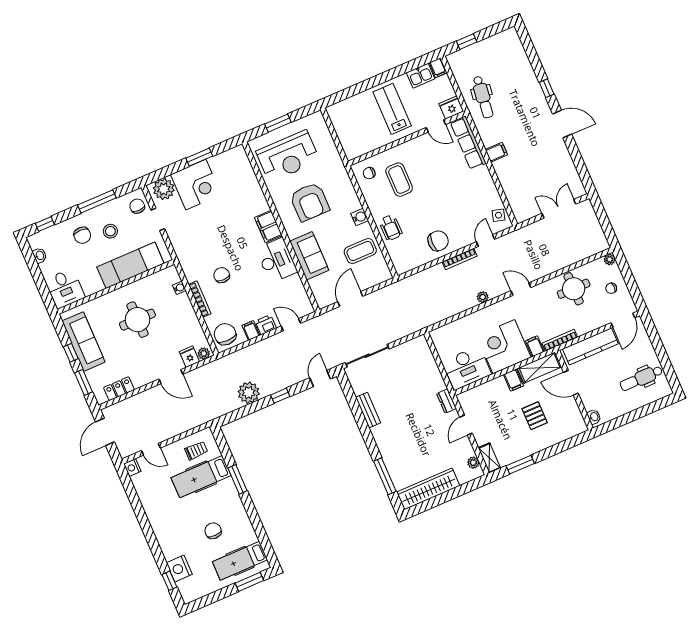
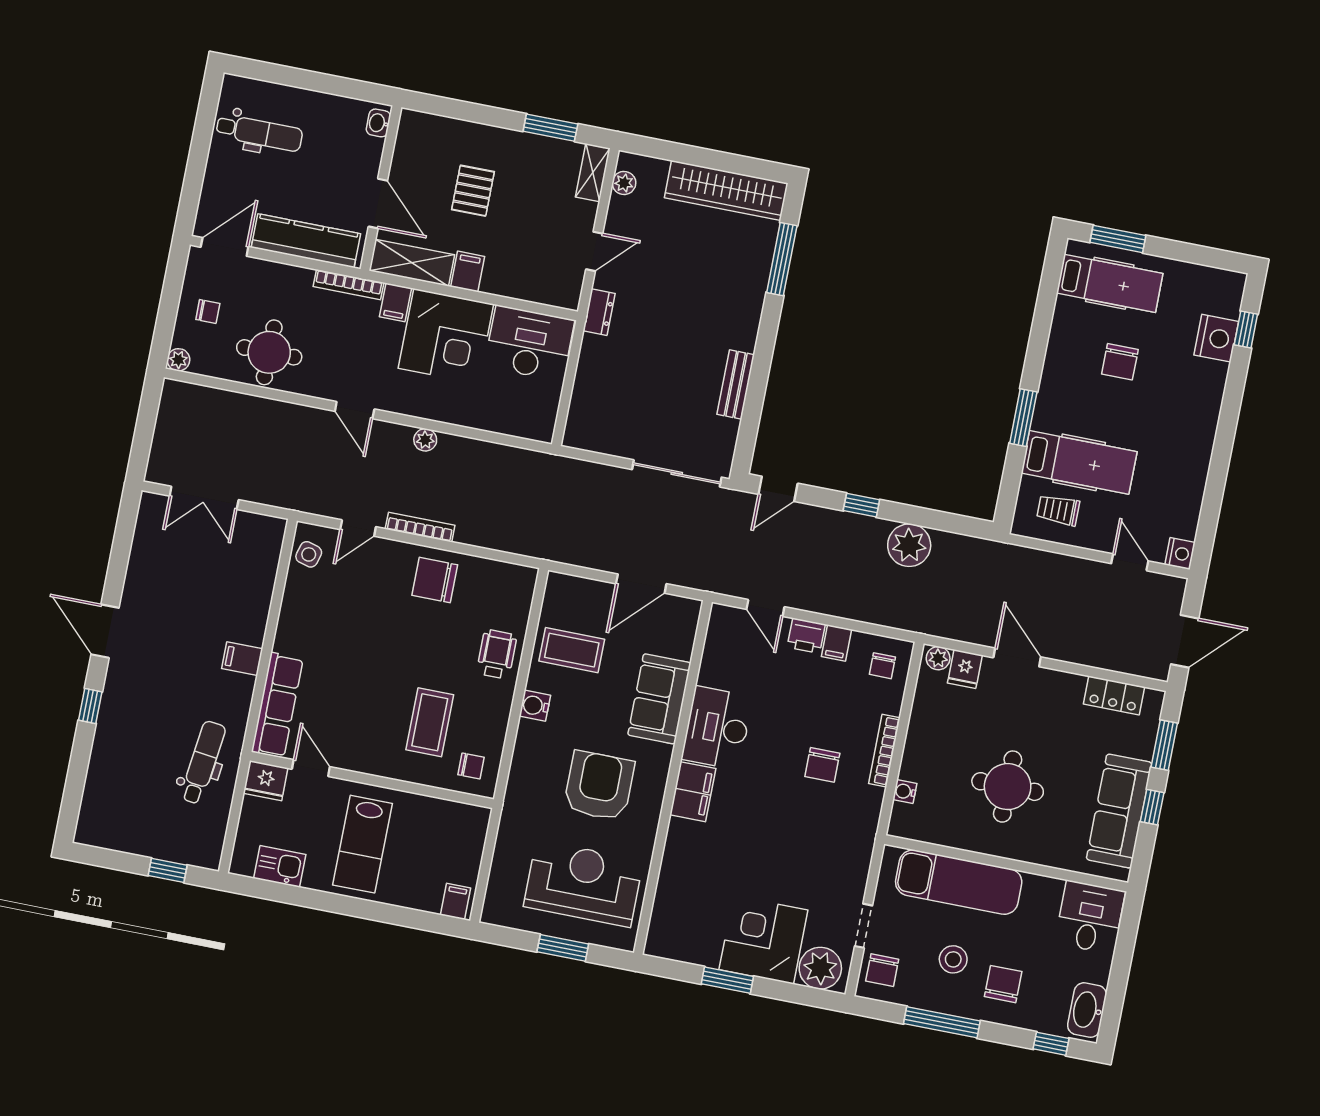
filing cabinet: (438, 68) -> (456, 901), moved
washbasin: (40, 255) -> (1087, 1010), width x1.91, depth x1.45
chair: (225, 334) -> (882, 666), width x0.54, depth x0.54

